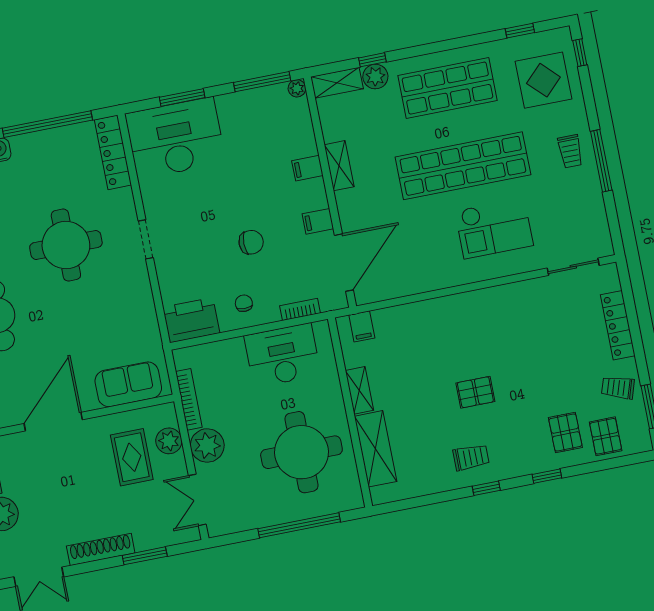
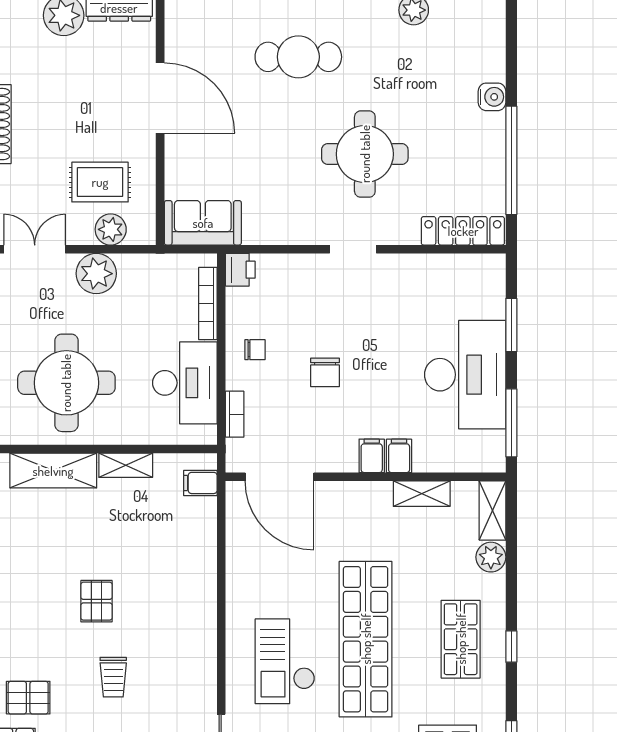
window: (372, 60) -> (511, 646), moved
plant: (297, 88) -> (495, 462), removed
shop shelf: (447, 88) -> (461, 639), width x0.70, depth x0.74
desk: (175, 138) -> (465, 375), moved
shelving: (339, 166) -> (422, 494), moved
filing cabinet: (318, 221) -> (372, 456), moved
printer: (191, 320) -> (240, 270), width x0.53, depth x0.68
sofa: (128, 384) -> (203, 223), moved, turned -90
bookcase: (189, 399) -> (208, 304), moved, turned 90
trolley: (471, 457) -> (113, 677), moved

